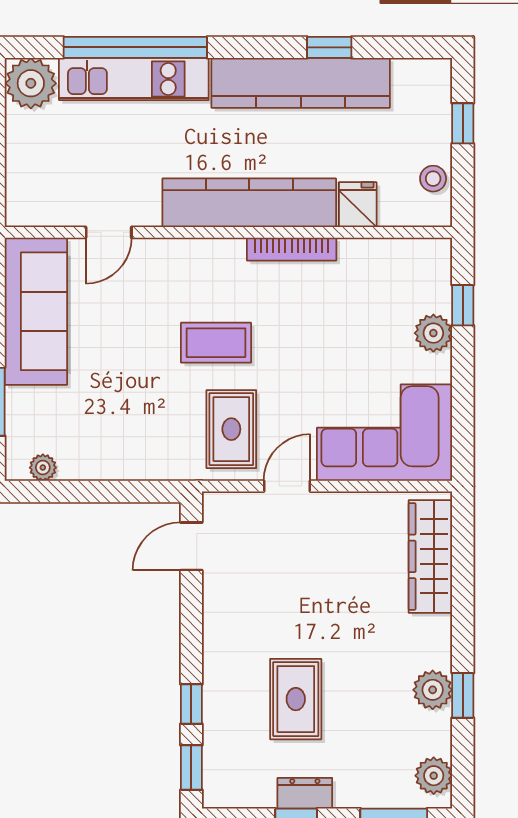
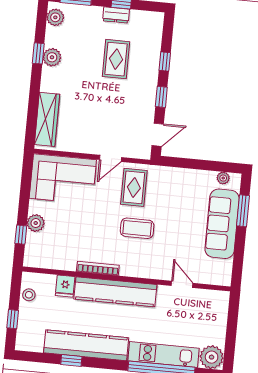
door: (109, 232) -> (182, 284), hinge flipped
sofa: (36, 311) -> (222, 224), moved
window: (191, 767) -> (161, 97), moved

